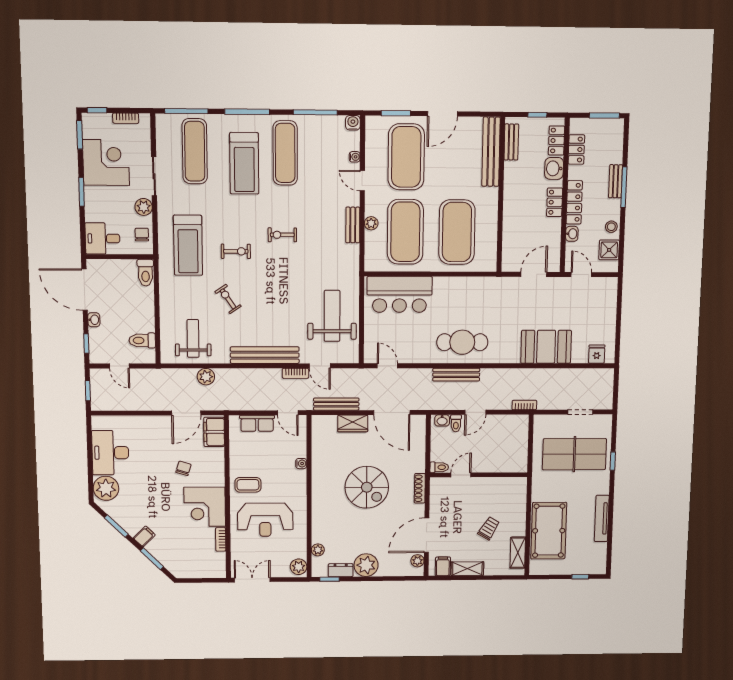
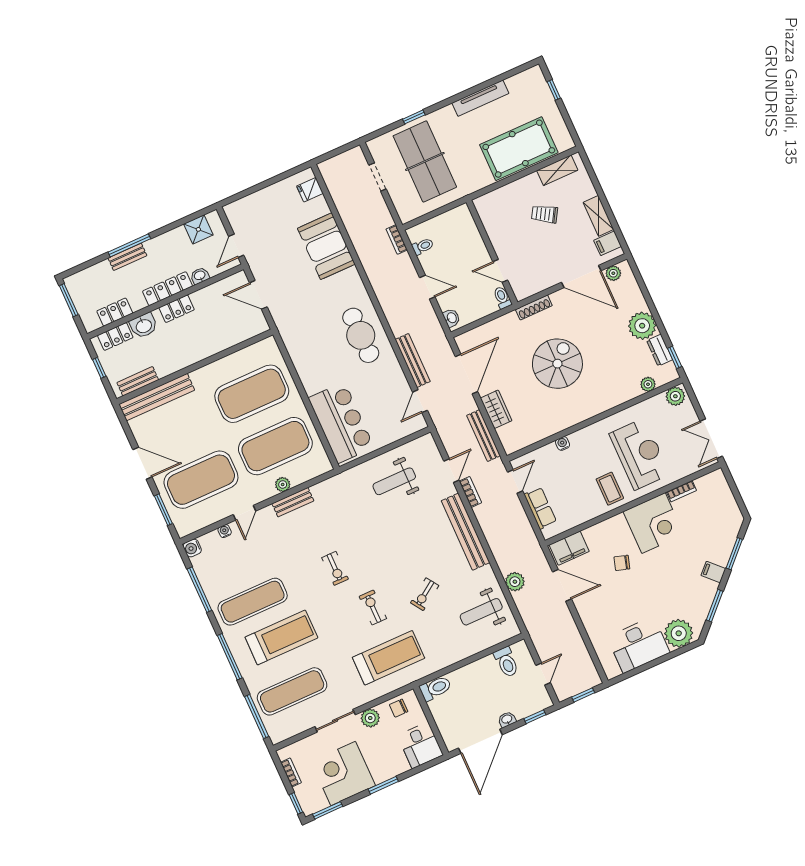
stool: (611, 227) -> (174, 239), removed
weight bench: (332, 316) -> (394, 481), width x0.73, depth x0.75
bench: (456, 375) -> (413, 360), moved
toilet: (456, 423) -> (423, 246), moved

